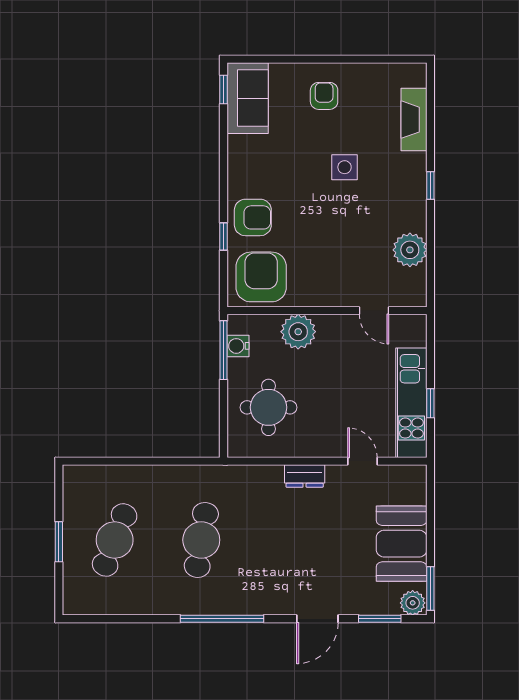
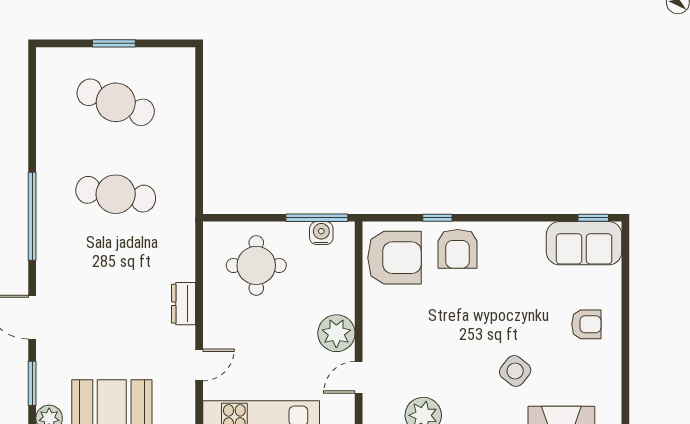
side table: (345, 167) -> (515, 371), moved, turned 38
plant: (298, 332) -> (336, 333), moved

